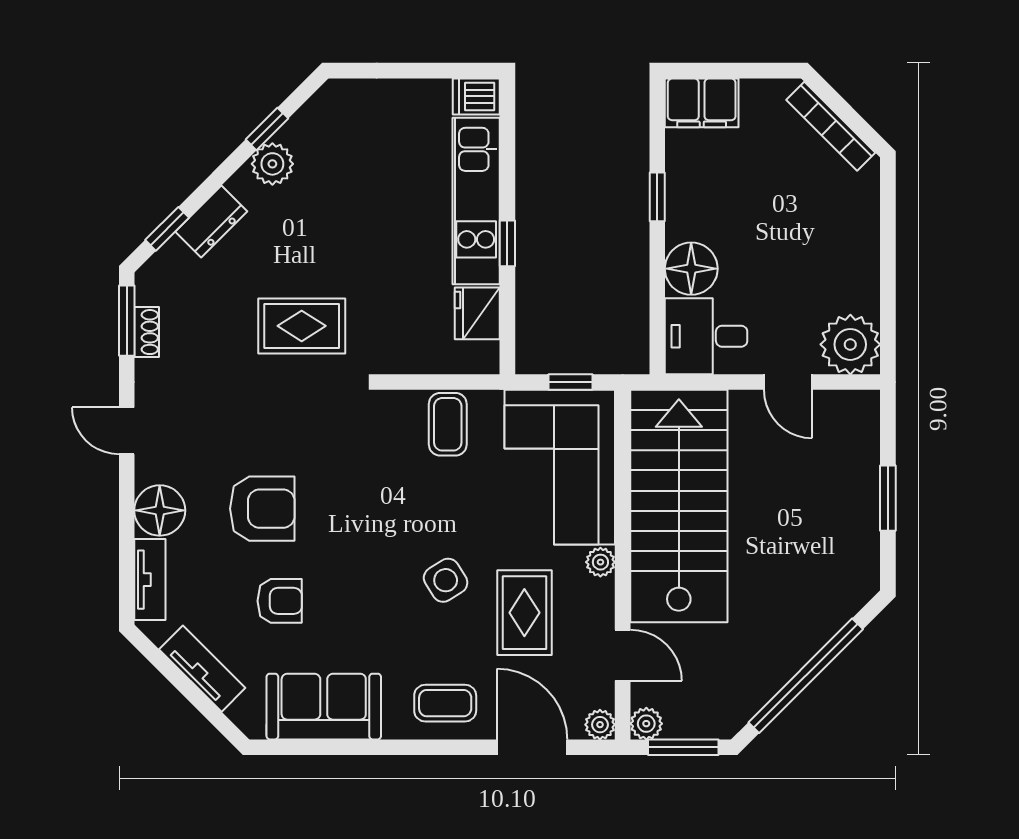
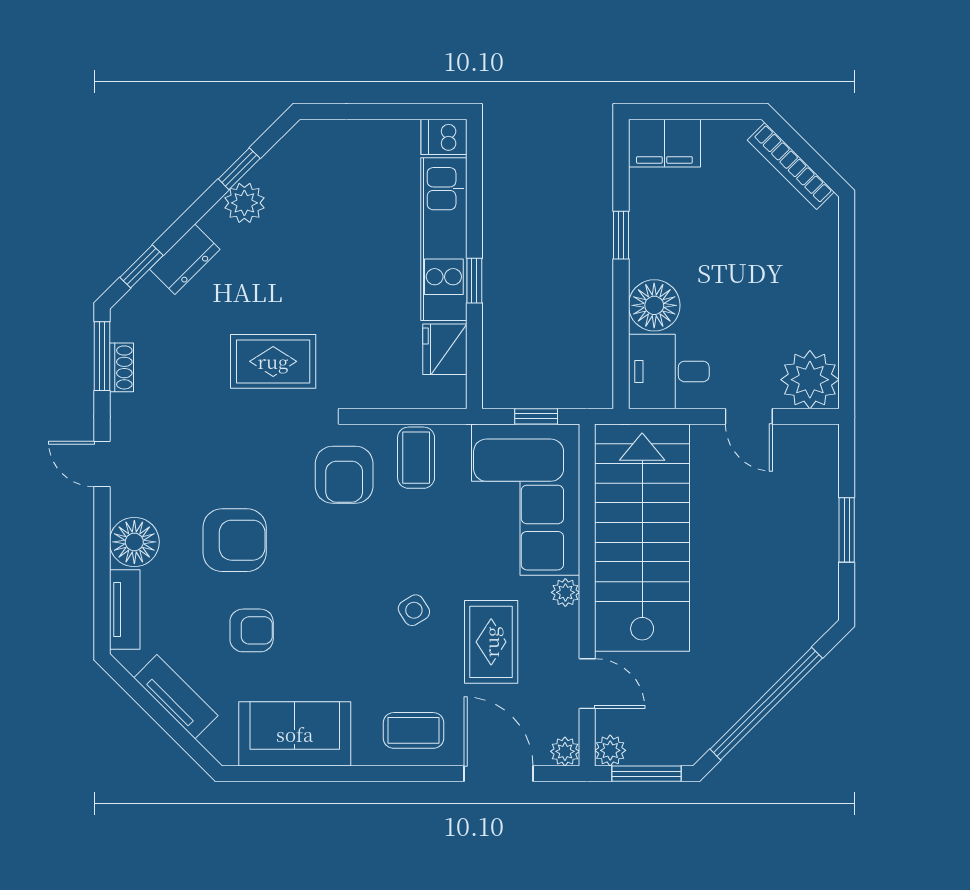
armchair: (374, 442) -> (344, 475), added
side table: (446, 580) -> (414, 610), width x0.73, depth x0.73

